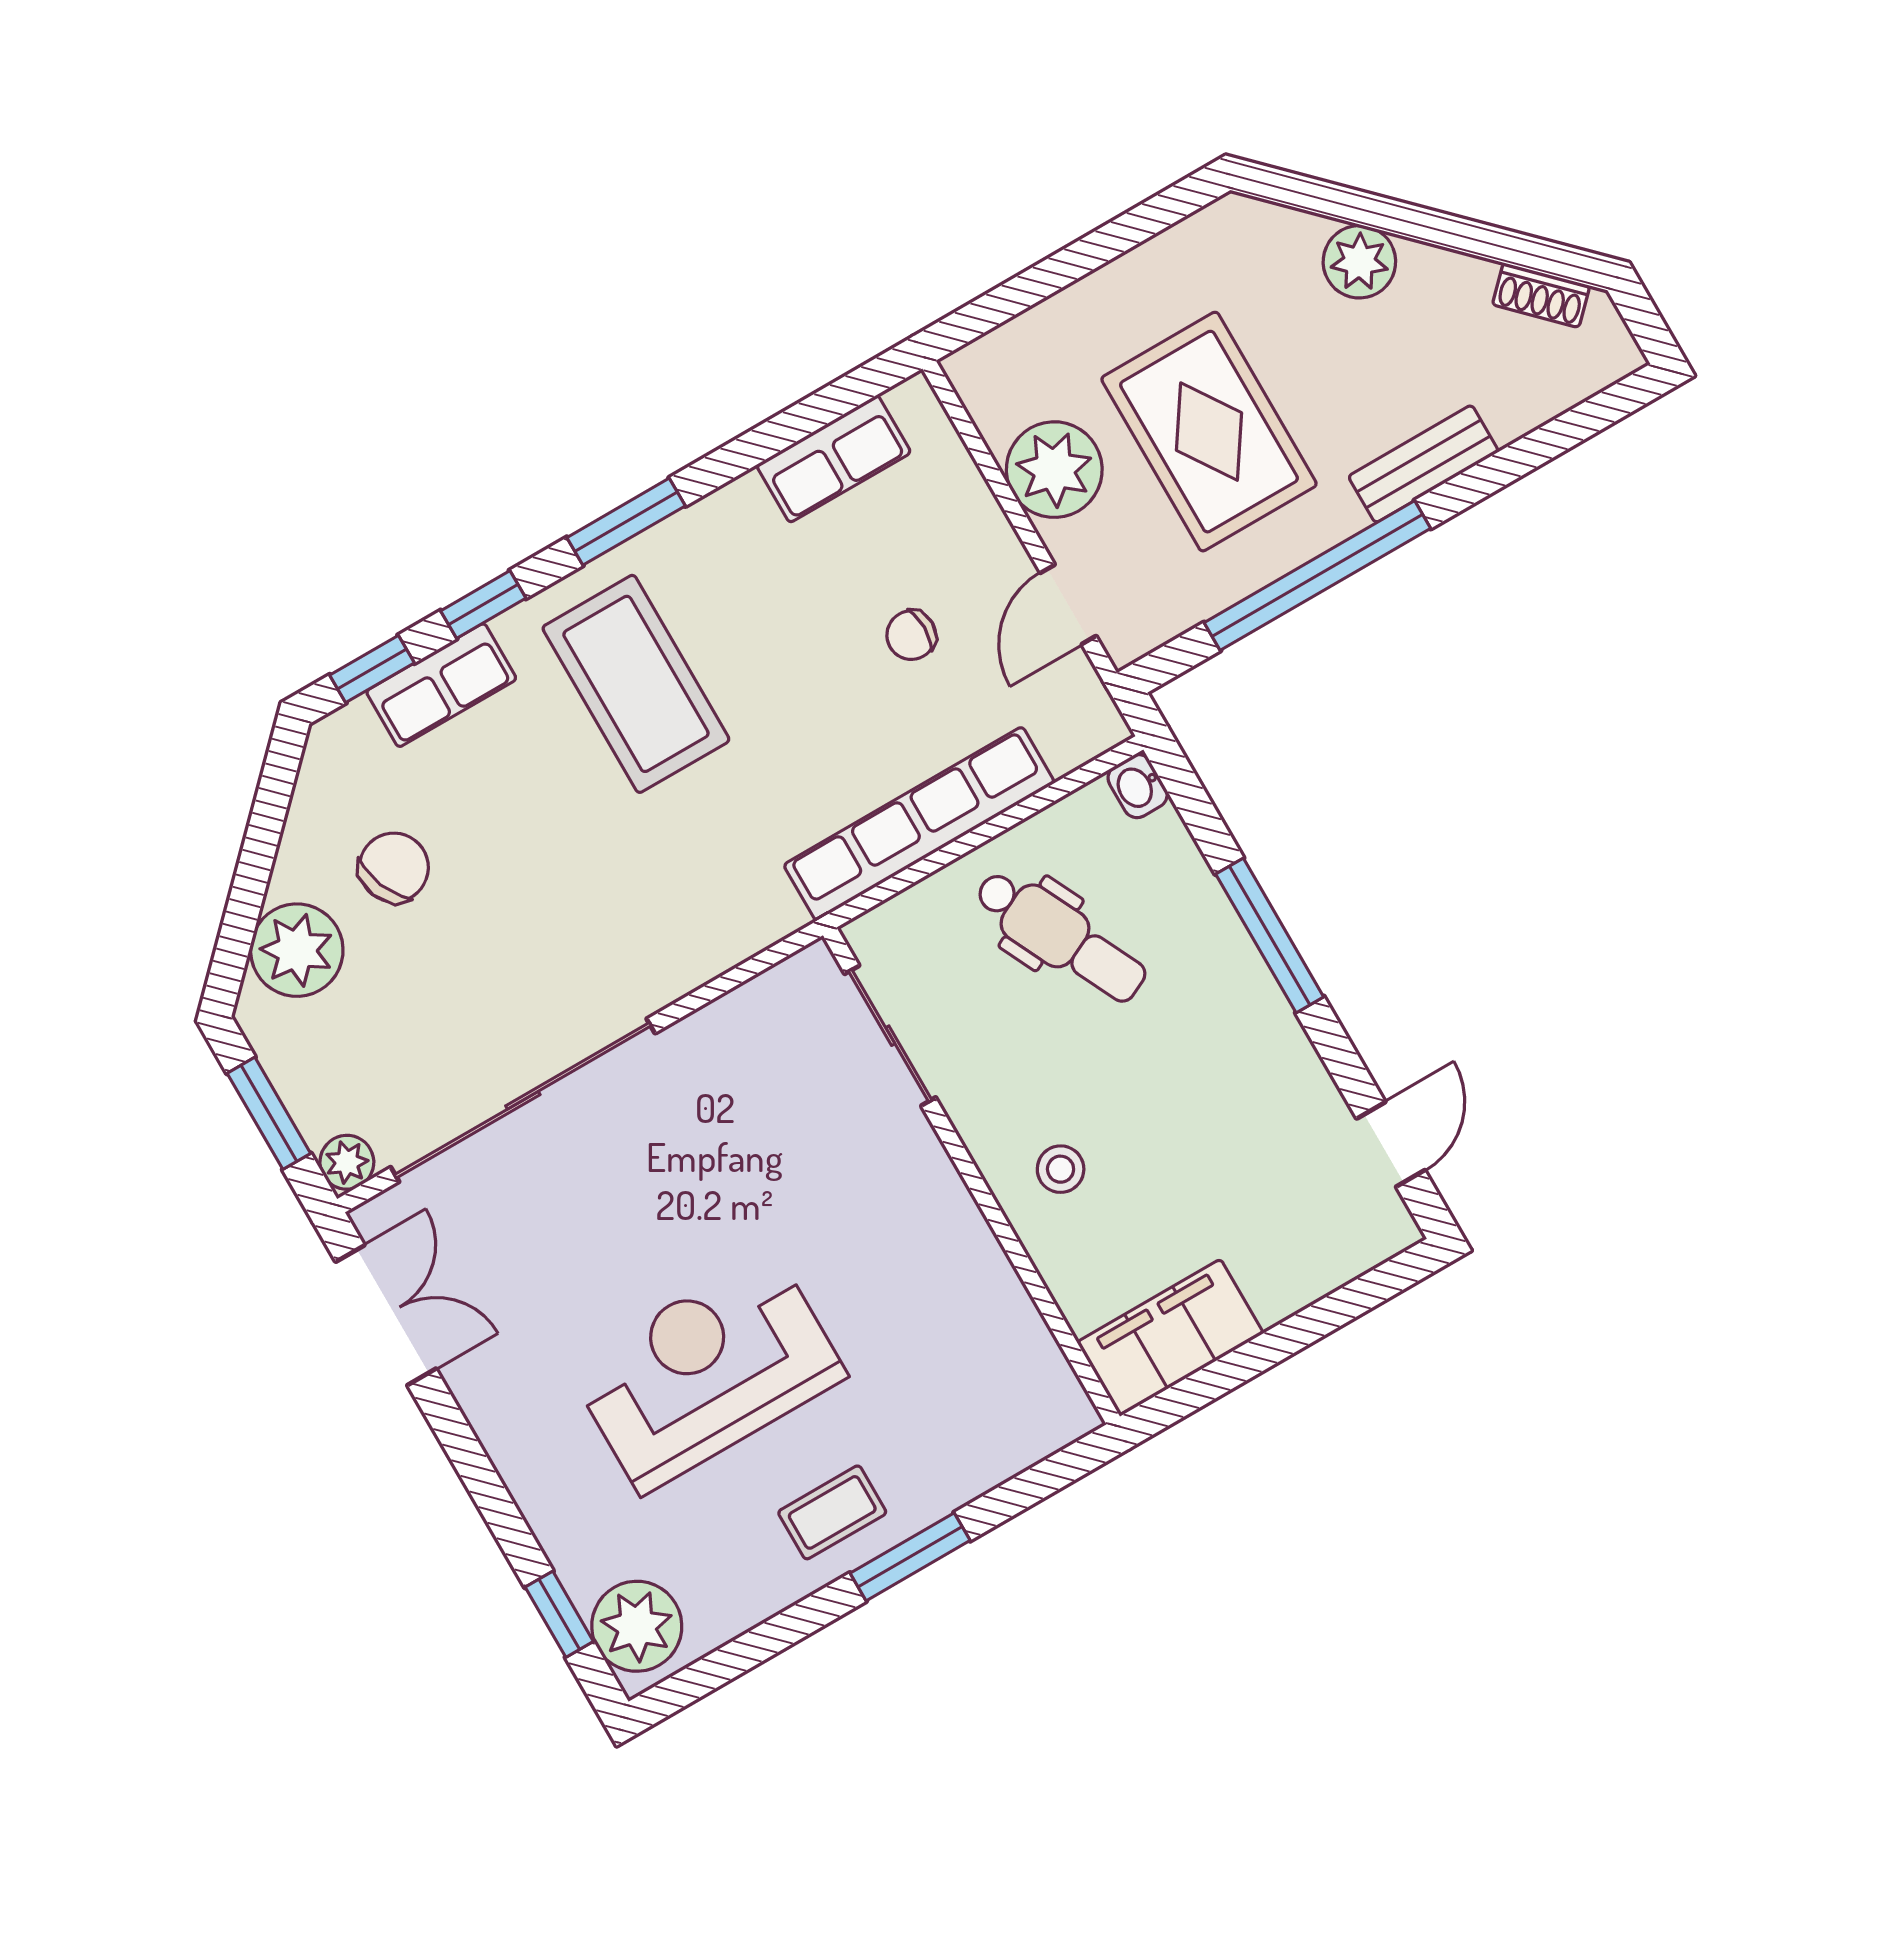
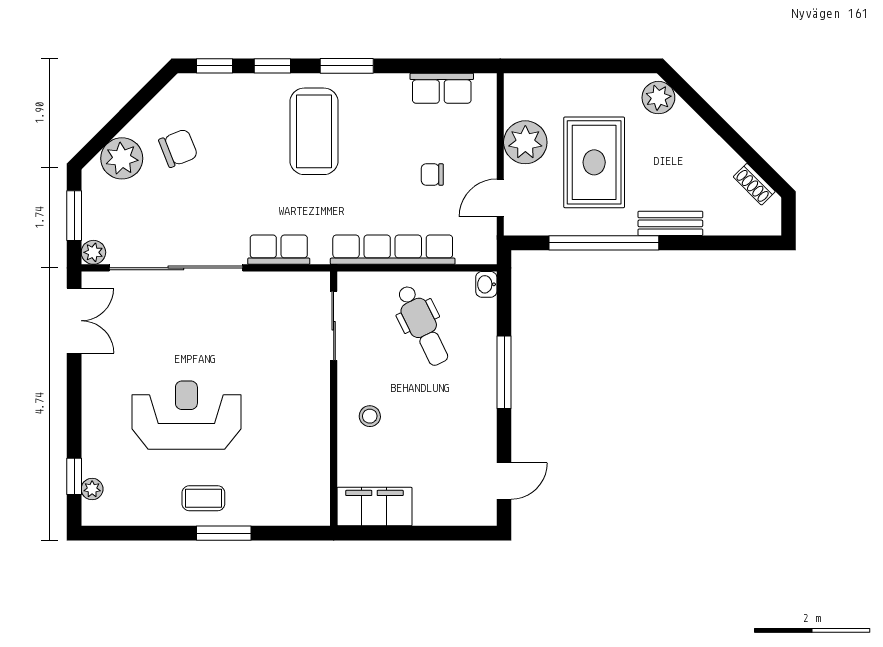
plant: (1359, 262) -> (658, 98), moved
row of seats: (441, 685) -> (279, 250), moved, turned 180
plant: (637, 1626) -> (92, 489), width x0.53, depth x0.53

